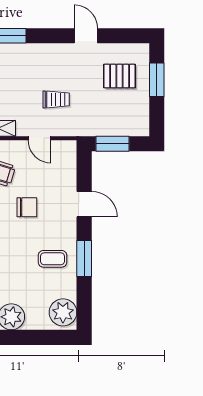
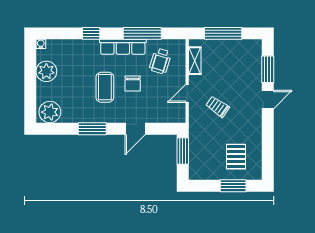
door: (86, 36) -> (268, 100), moved
trolley: (56, 99) -> (218, 107), turned 125
coffee table: (52, 259) -> (105, 87), moved, width x1.36, depth x1.30

